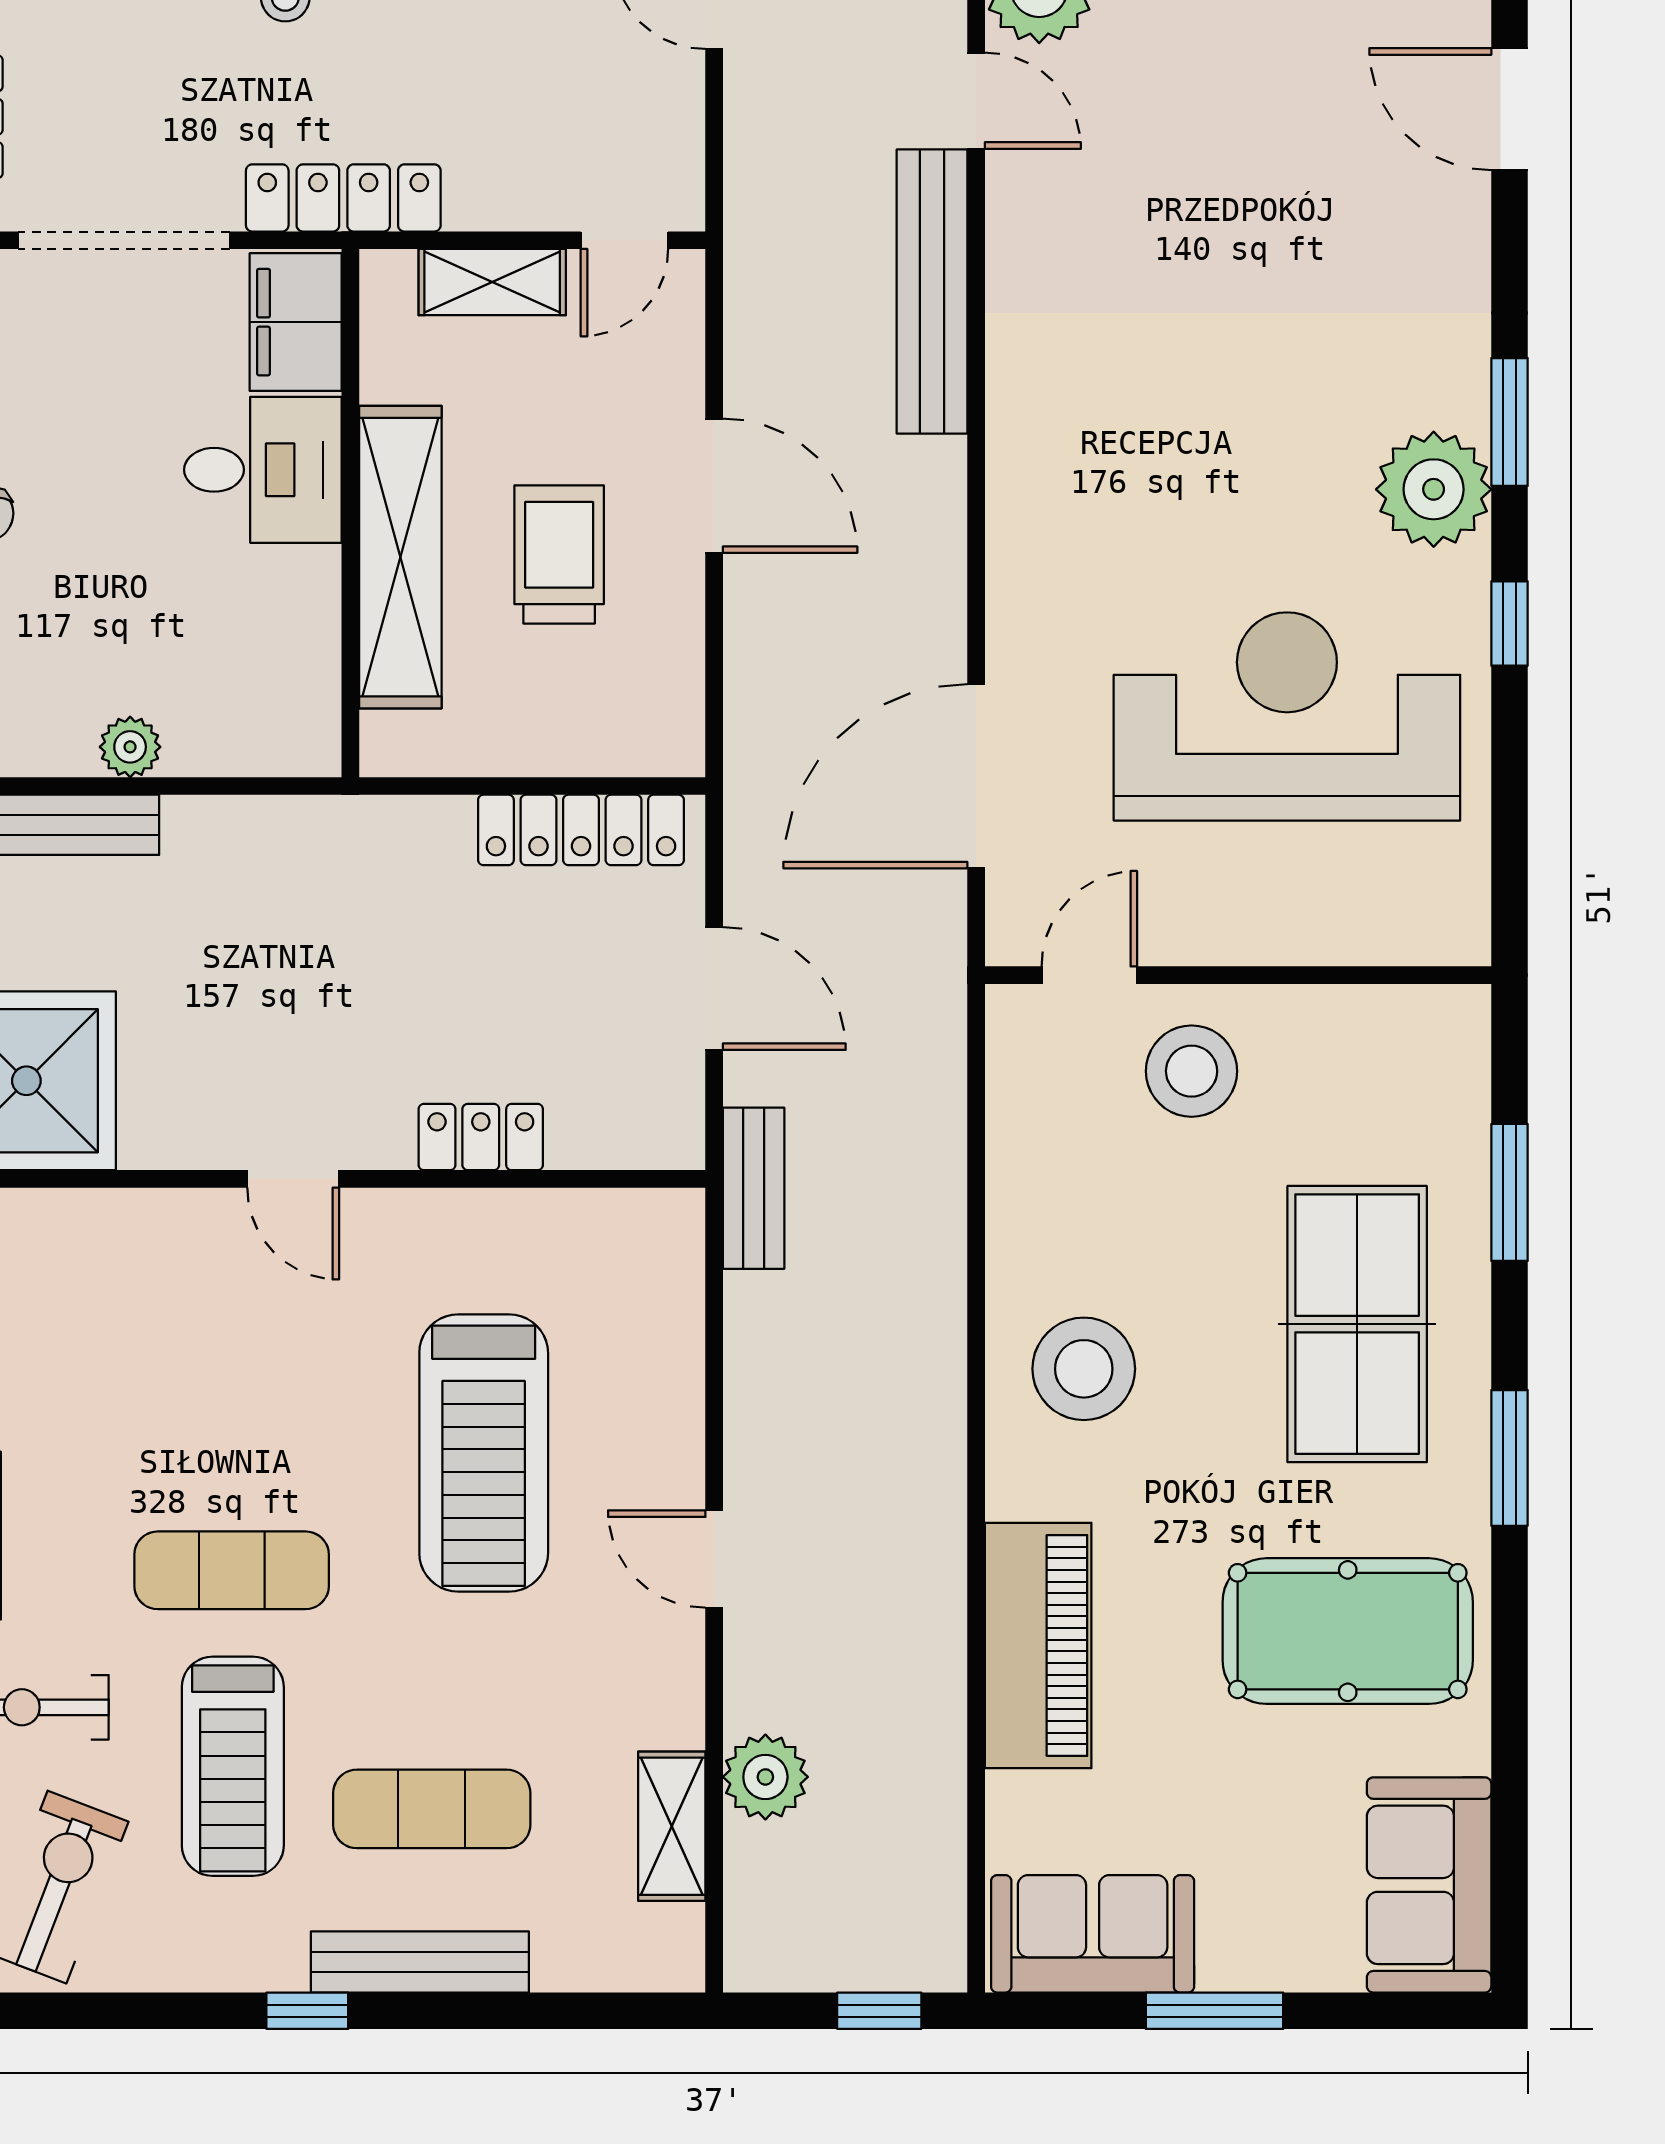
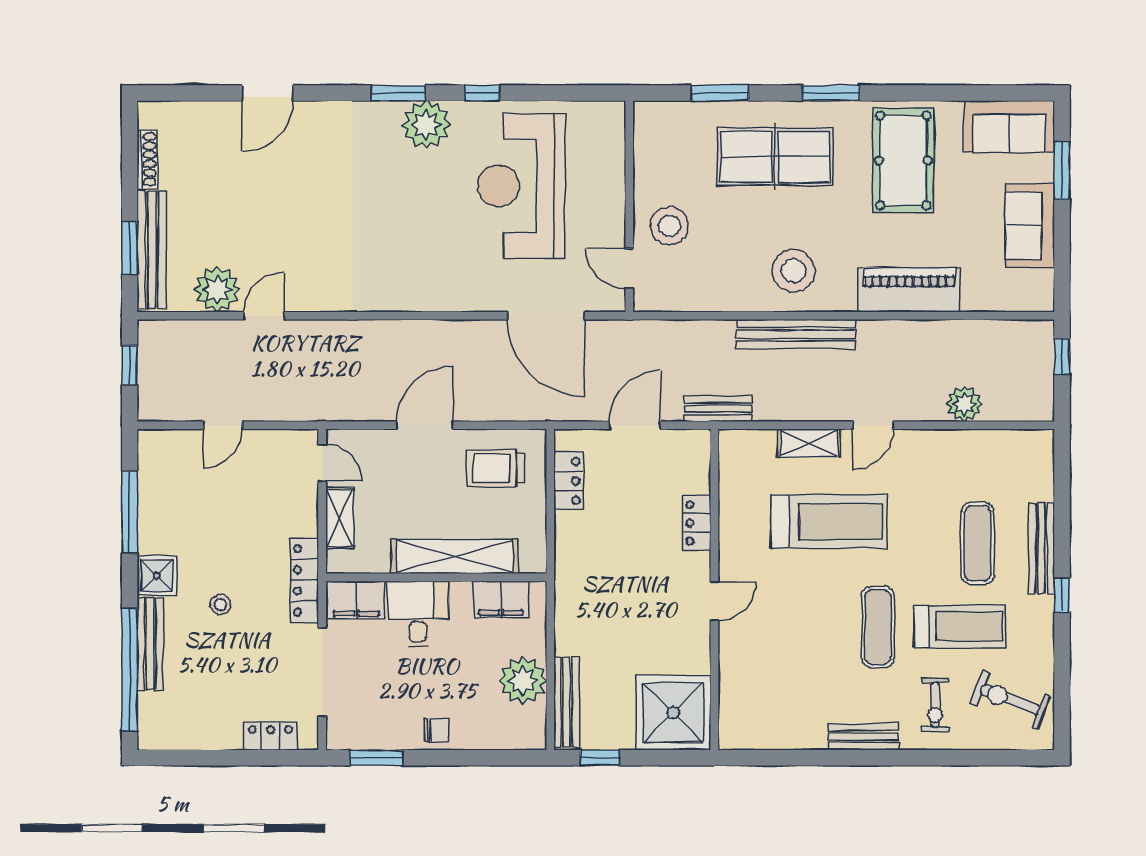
bench: (932, 291) -> (796, 334), moved
trolley: (559, 554) -> (495, 468), moved
filing cabinet: (297, 668) -> (501, 599), added
plant: (130, 747) -> (523, 680), width x1.88, depth x1.88
locker: (581, 830) -> (569, 481), width x0.66
shelving: (672, 1826) -> (809, 443), moved
sofa: (1093, 1934) -> (1030, 226), moved
window: (1214, 2011) -> (1062, 170), moved

